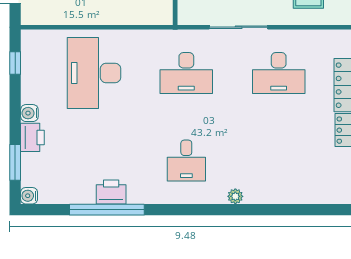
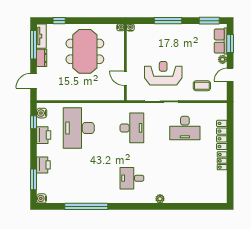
desk: (186, 73) -> (132, 128), turned -90
water cooler: (29, 113) -> (42, 113), moved
desk: (186, 160) -> (132, 178), turned 90
printer: (111, 192) -> (44, 135), moved, turned 90

